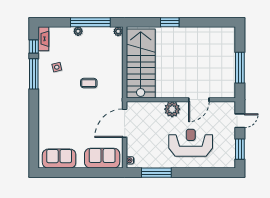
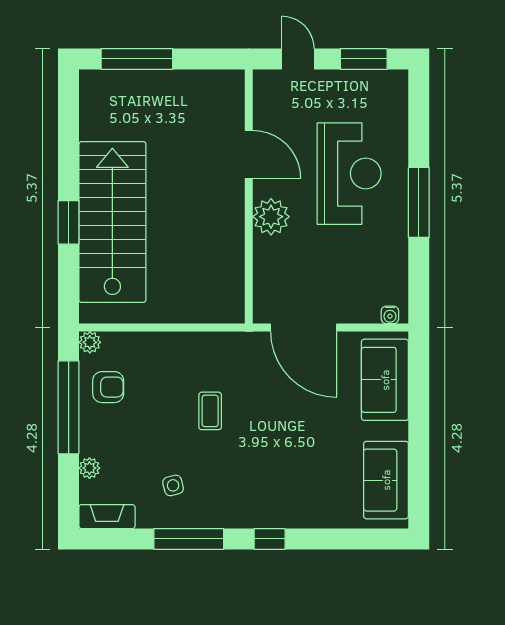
plant: (78, 31) -> (89, 468), moved
armchair: (99, 39) -> (108, 387), added
window: (34, 46) -> (270, 539), moved
stairs: (141, 63) -> (112, 222), moved, turned 90
window: (240, 68) -> (137, 59), moved
reception desk: (191, 143) -> (349, 174), turned 180
window: (156, 173) -> (419, 202), moved

